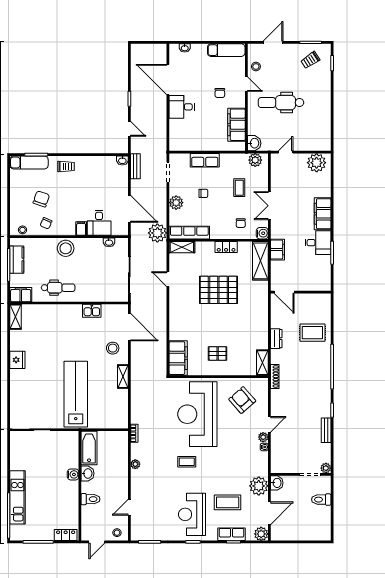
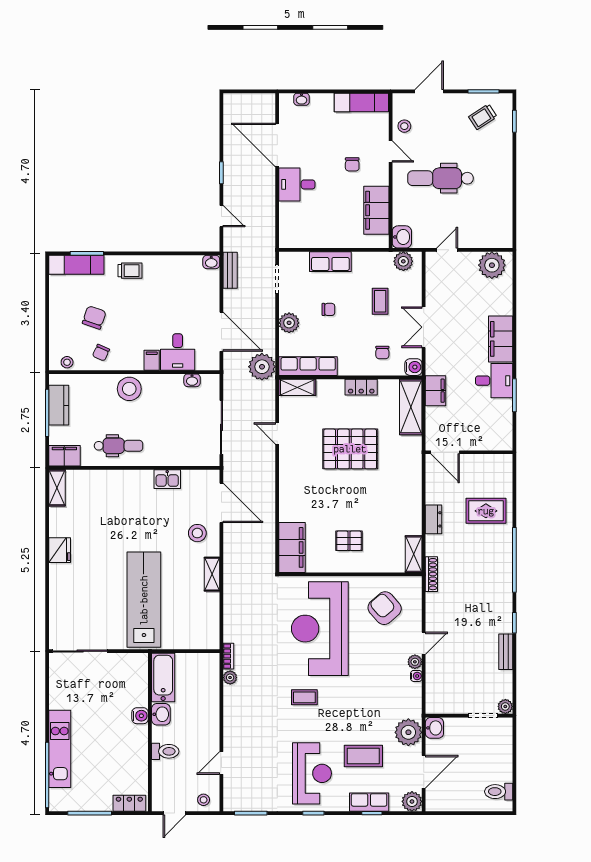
plant: (135, 464) -> (230, 678), moved
toilet: (321, 500) -> (499, 792), moved
reception desk: (192, 514) -> (312, 773), turned 180

